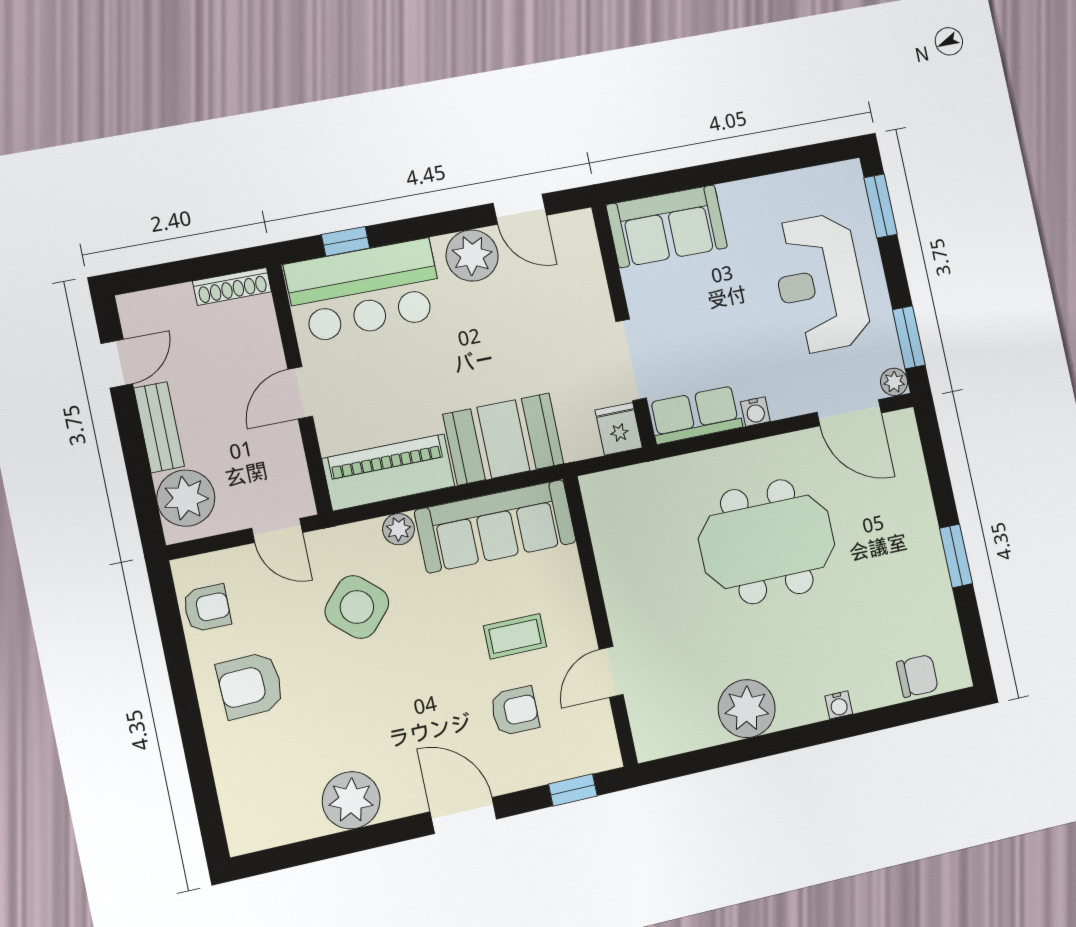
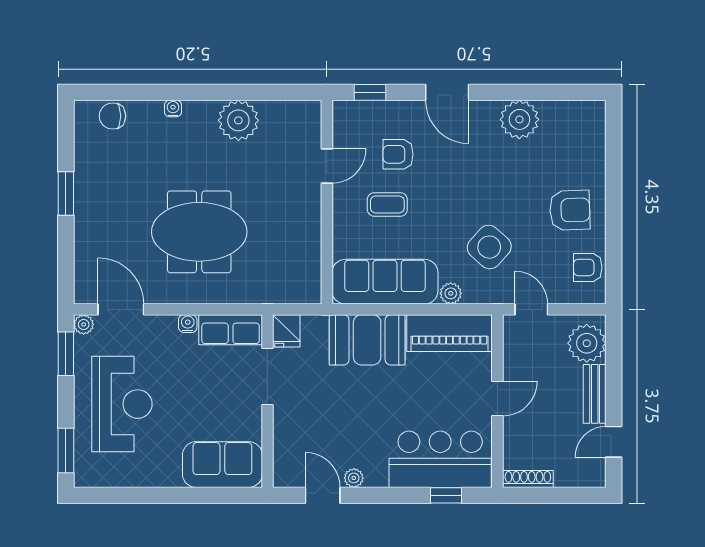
plant: (472, 256) -> (354, 478), width x0.53, depth x0.53

